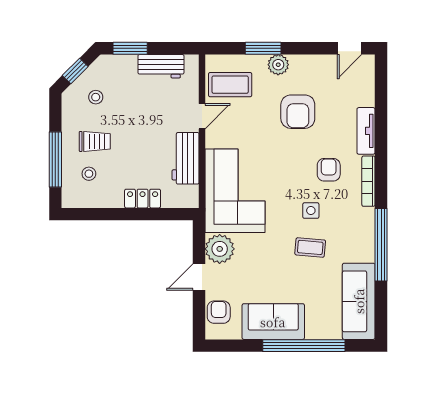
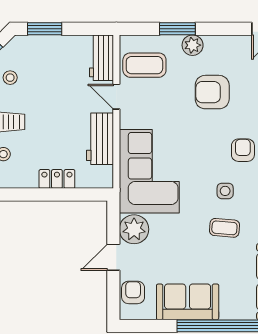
workbench: (161, 66) -> (102, 58), moved, turned 90
armchair: (298, 112) -> (212, 92), turned 90
door: (202, 116) -> (116, 97), swing flipped

